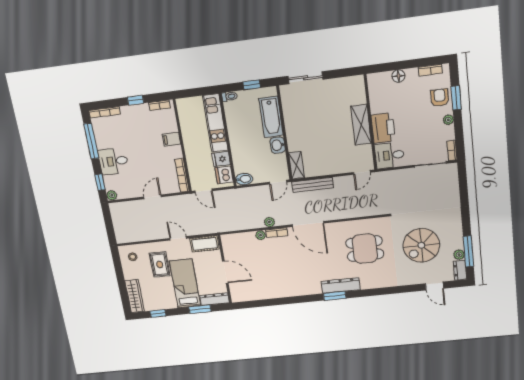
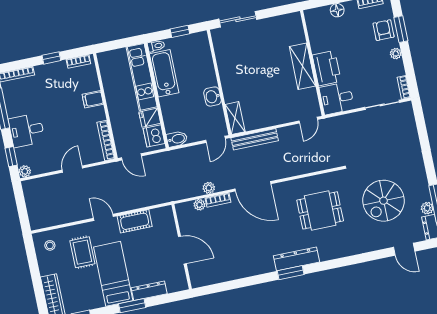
bathtub: (271, 117) -> (164, 73), moved, turned 180
wall: (225, 269) -> (182, 247), moved
door: (225, 272) -> (182, 250), moved

